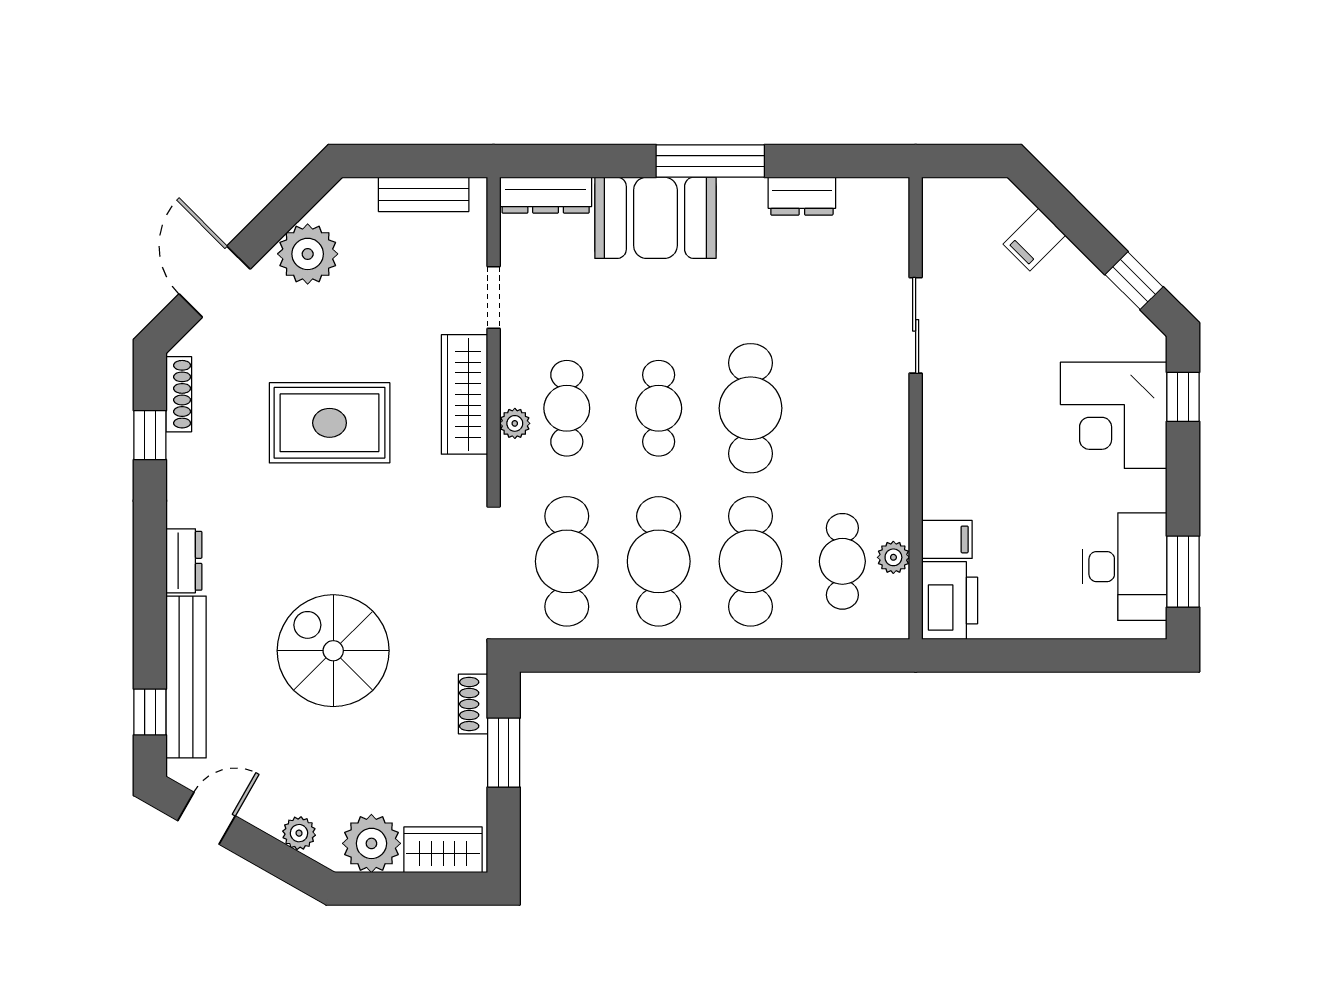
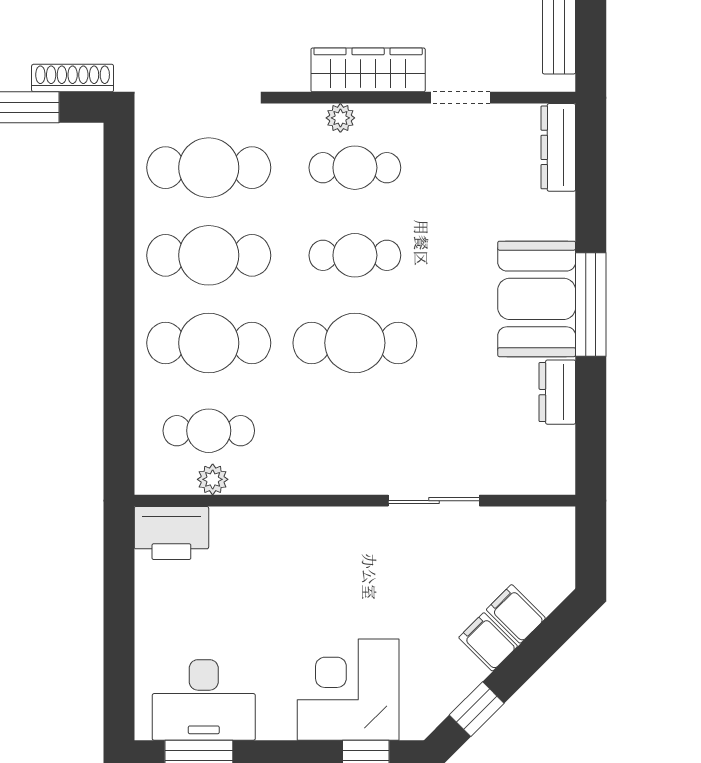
booth: (655, 218) -> (537, 299), moved
filing cabinet: (947, 539) -> (488, 642), moved, turned 135
shoe rack: (473, 704) -> (73, 78), width x1.43

